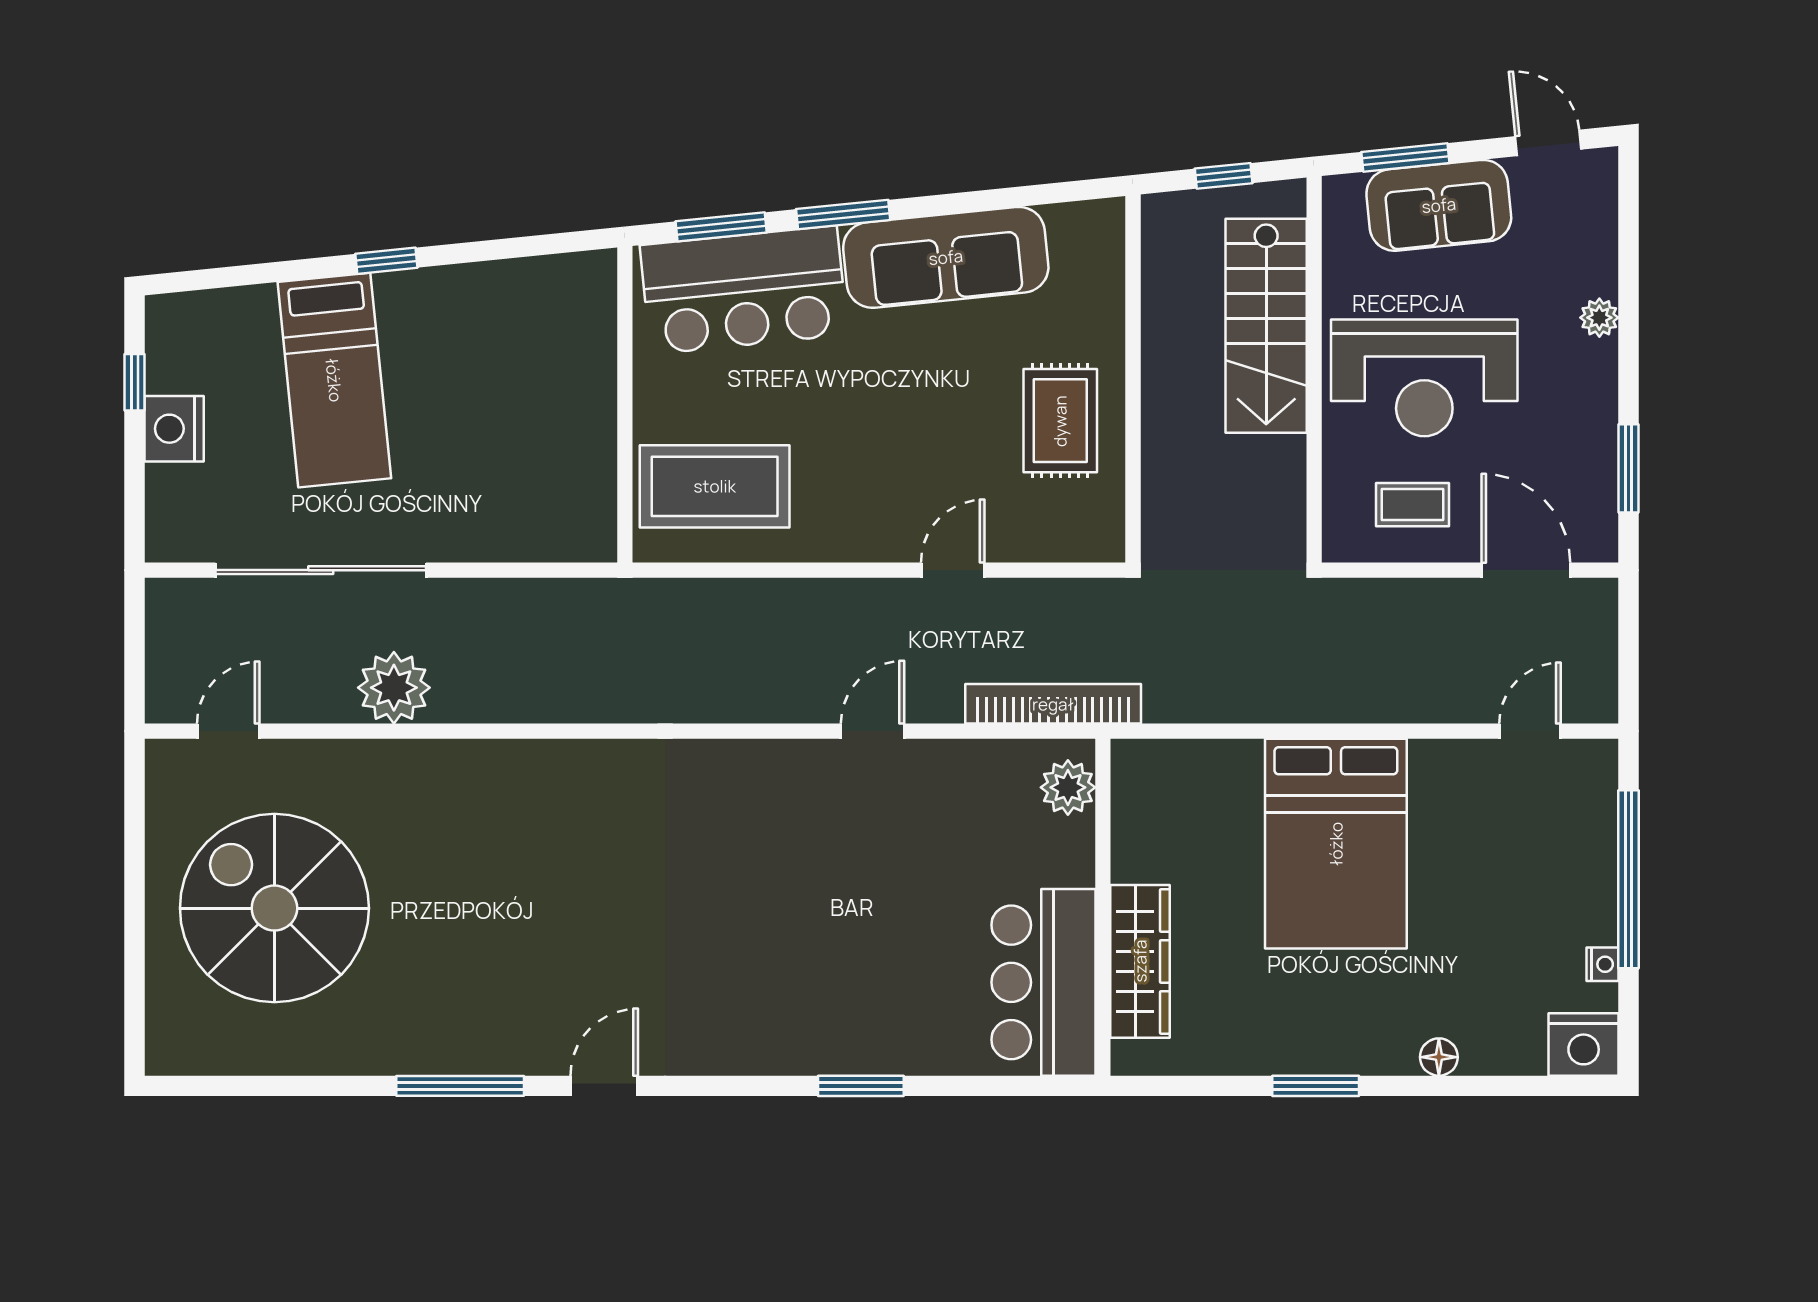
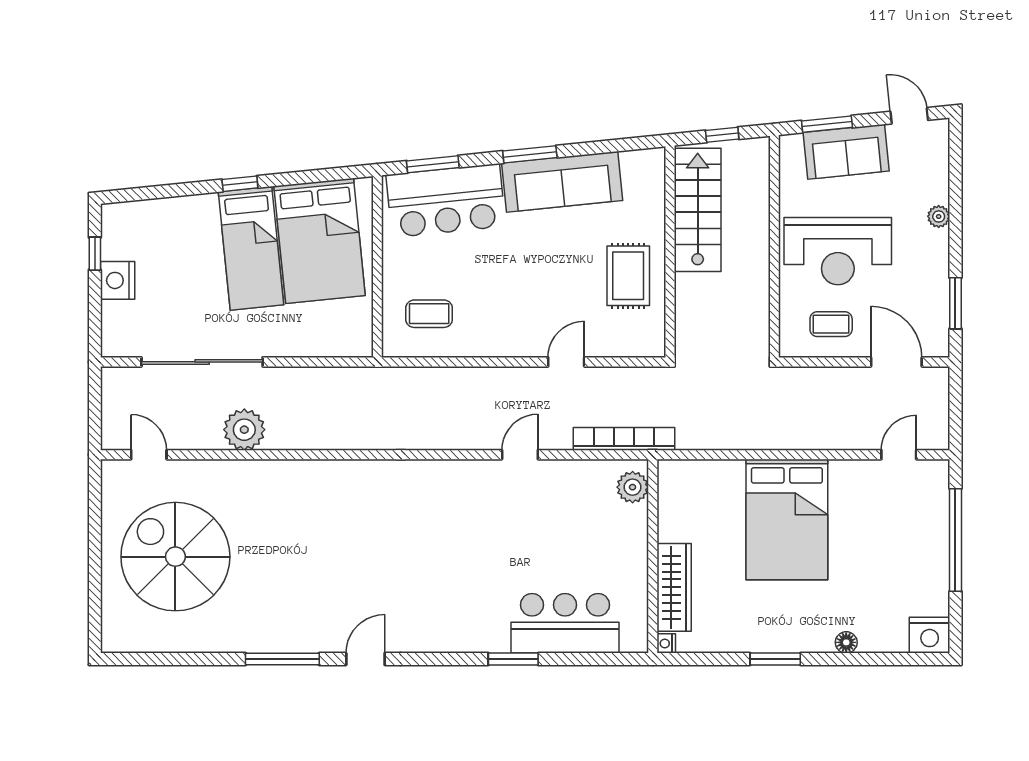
window: (843, 214) -> (530, 154), moved
stairs: (1266, 326) -> (698, 210), moved, turned 180
bed: (525, 360) -> (320, 241), added
bed: (334, 380) -> (251, 248), moved
coffee table: (715, 486) -> (429, 314), width x0.54, depth x0.58
door: (228, 731) -> (149, 455), hinge flipped
nightstand: (1603, 964) -> (666, 643), moved, turned 180
bar counter: (1043, 982) -> (565, 623), moved, turned 90

